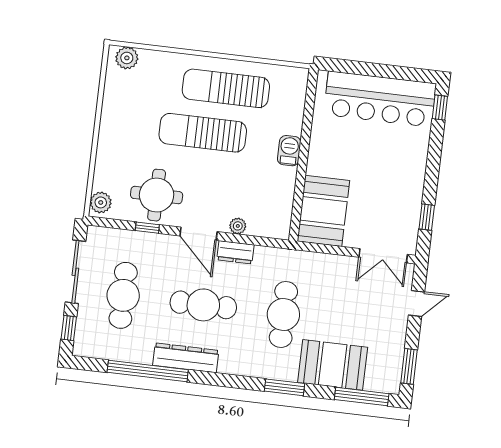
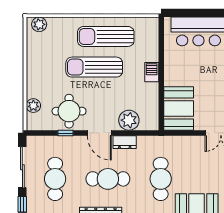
plant: (101, 202) -> (33, 106), moved
plant: (238, 226) -> (129, 120), width x1.88, depth x1.88

